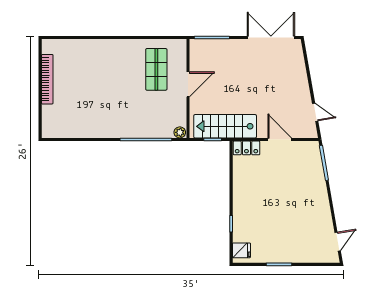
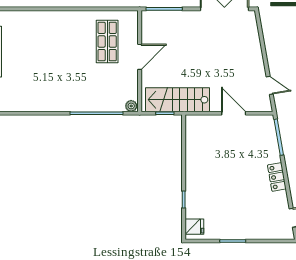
locker: (246, 148) -> (277, 177), moved, turned 80

